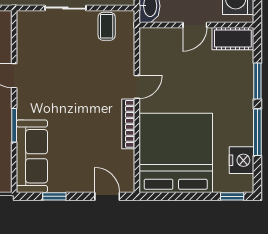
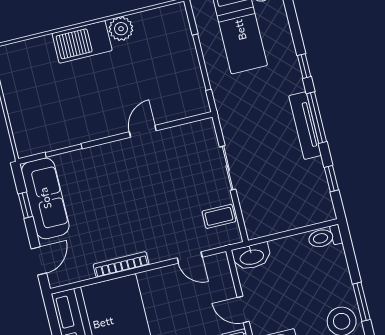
door: (137, 87) -> (190, 257), moved
window: (14, 125) -> (64, 151), moved
sofa: (32, 156) -> (45, 198), moved, turned -90

